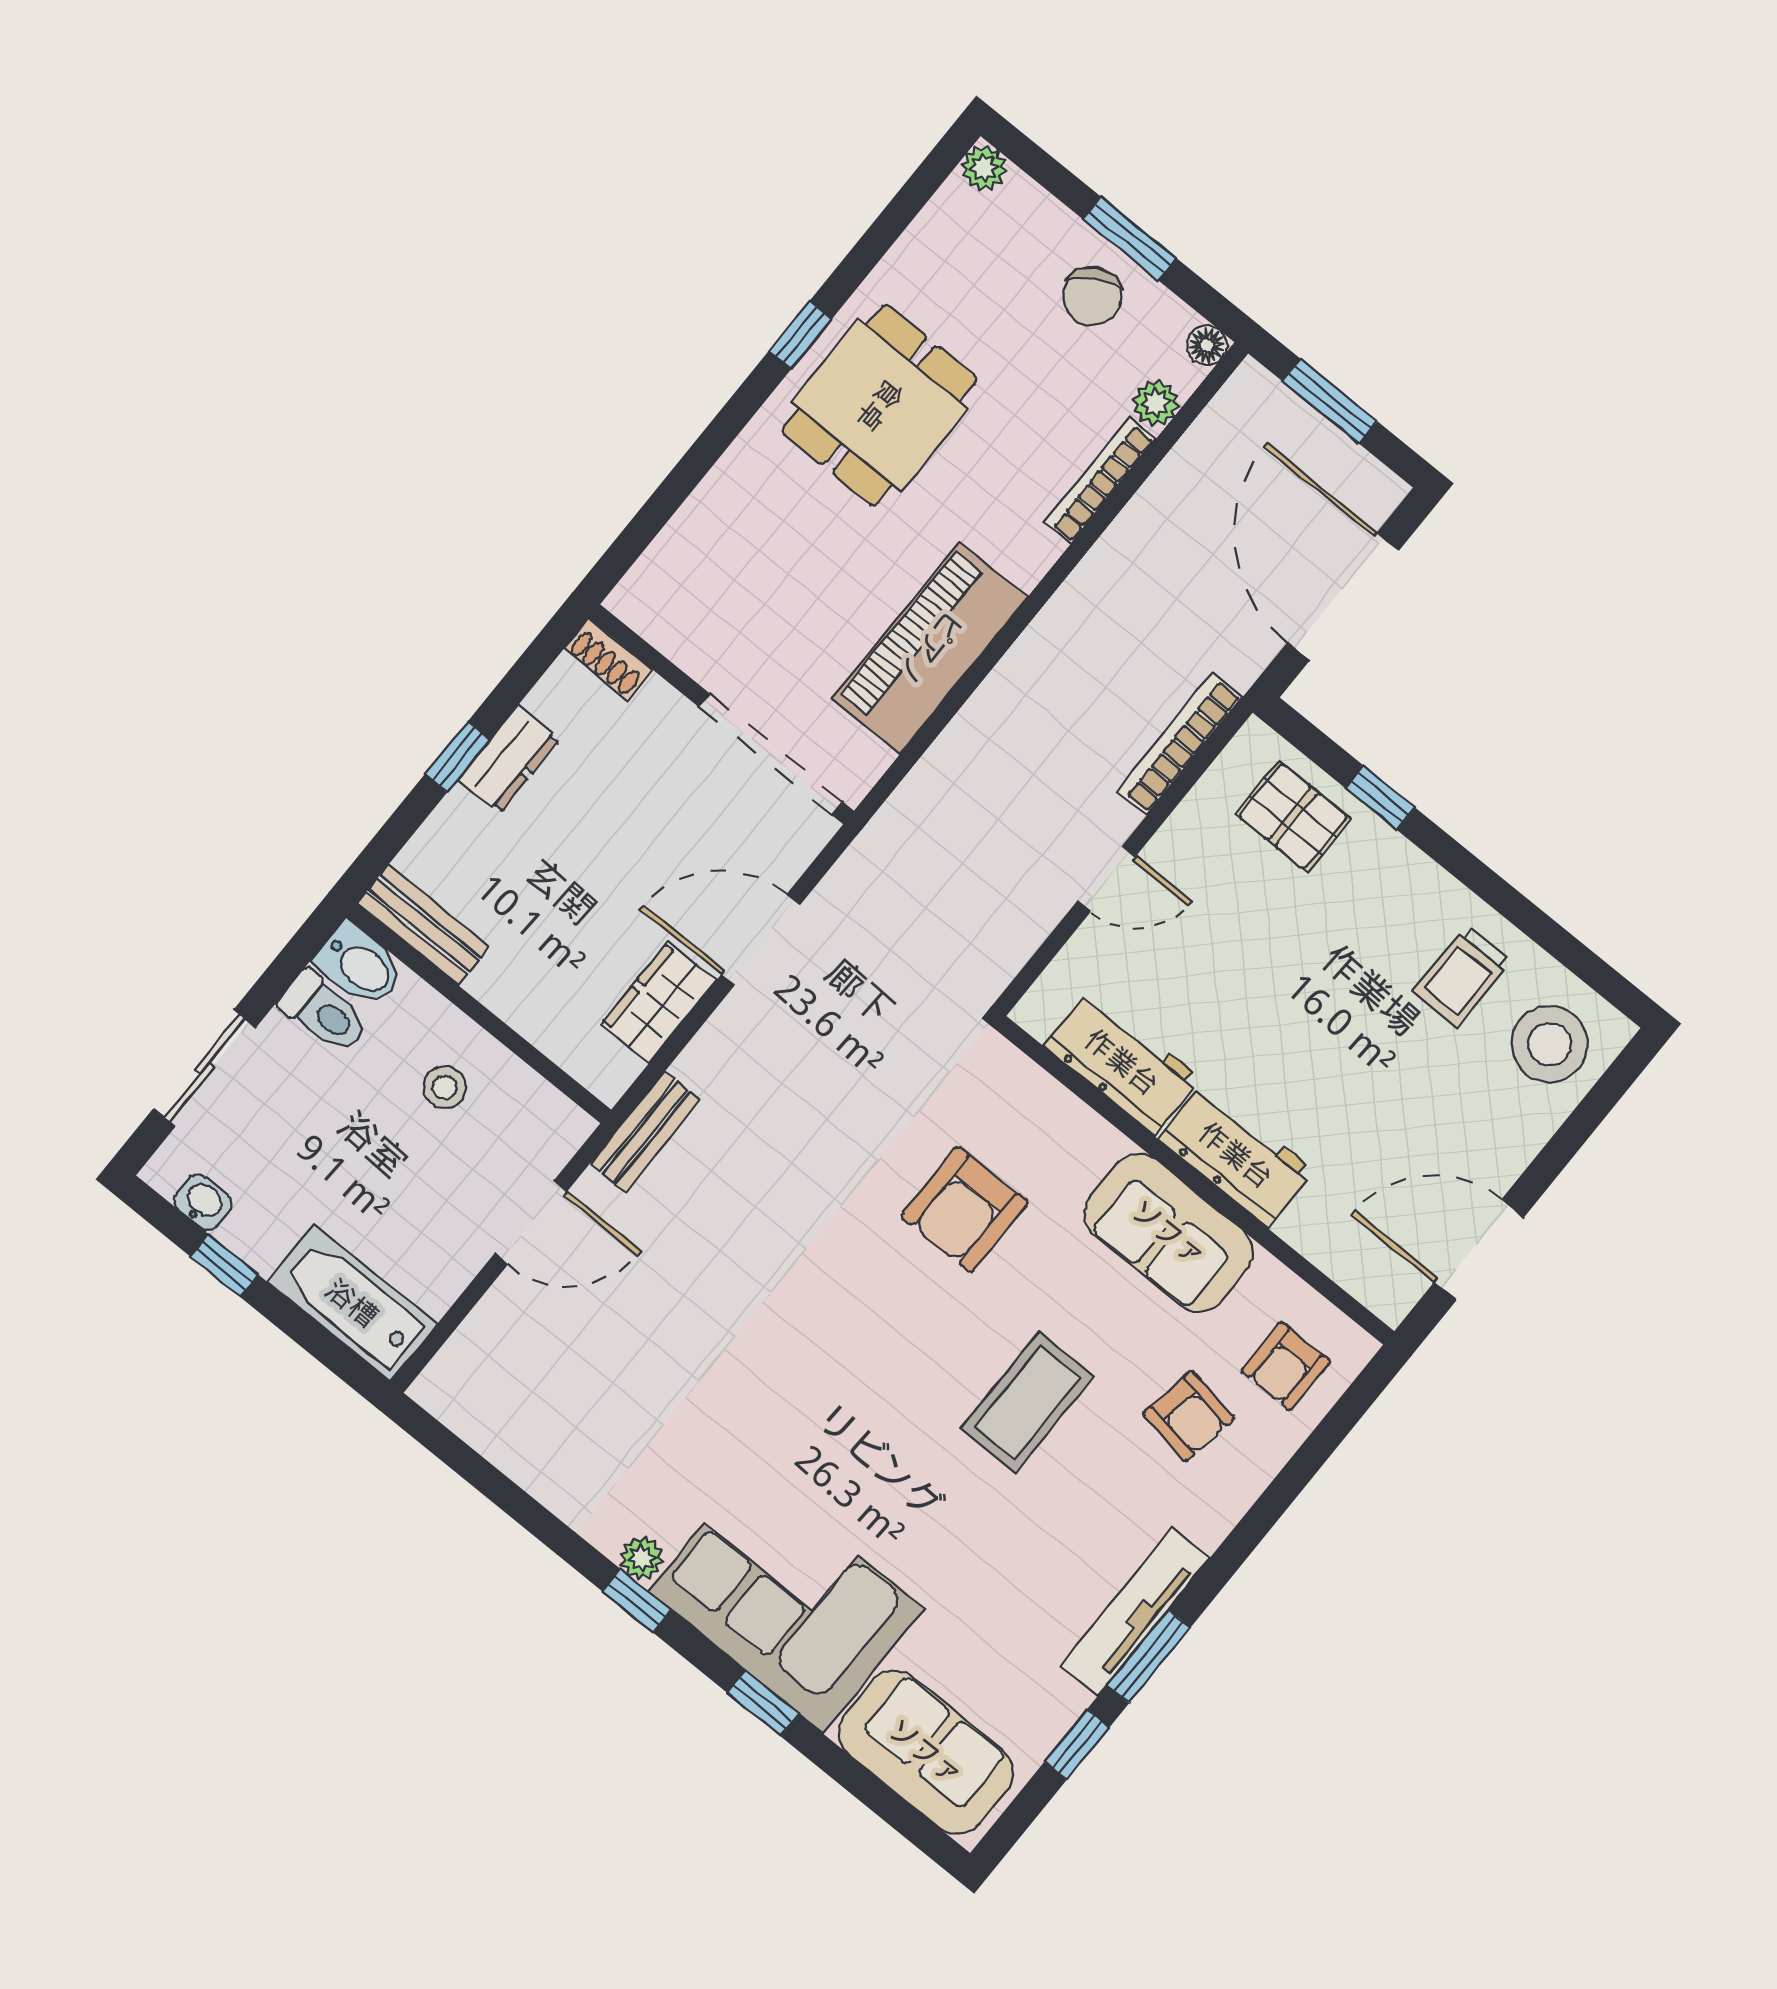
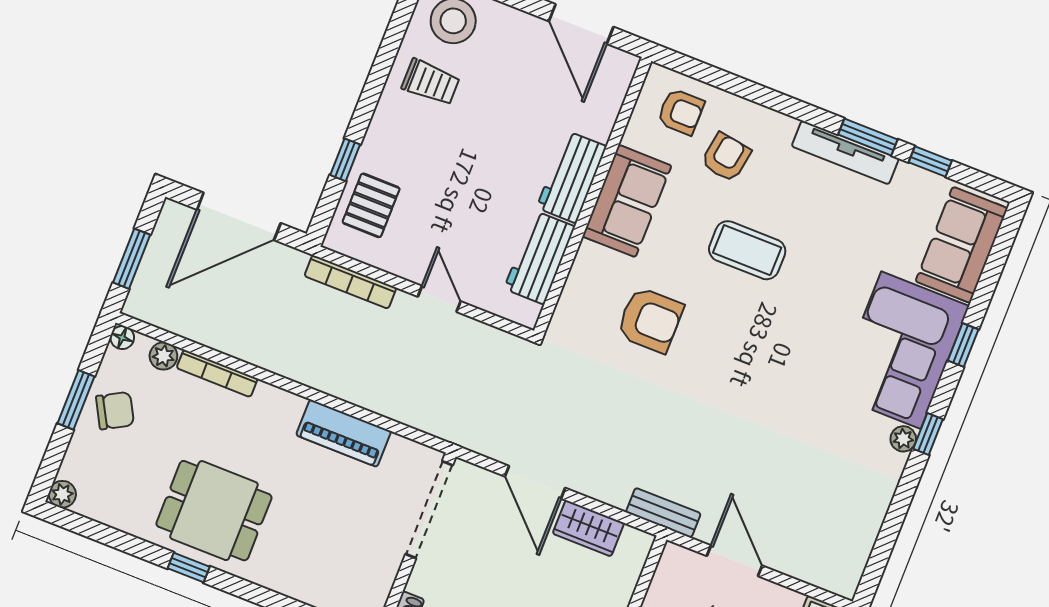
piano: (930, 648) -> (344, 433), width x0.73, depth x0.75

